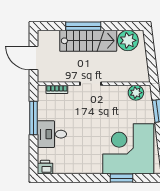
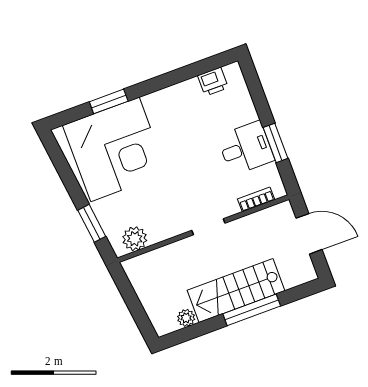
plant: (128, 40) -> (186, 318), width x0.53, depth x0.53
window: (34, 118) -> (275, 143), width x0.69
desk: (52, 134) -> (246, 148), moved
printer: (45, 167) -> (213, 82), moved

